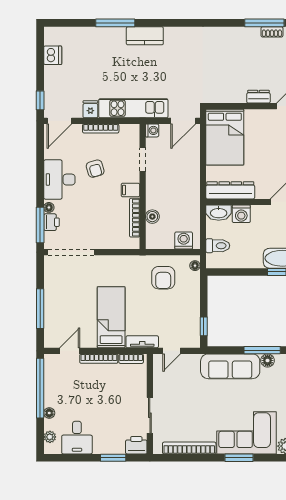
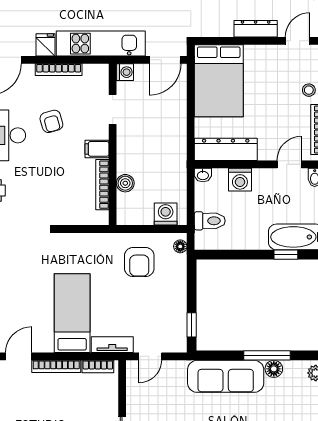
dresser: (258, 97) -> (256, 29), width x1.44
washbasin: (219, 213) -> (203, 175), width x0.52, depth x0.69

